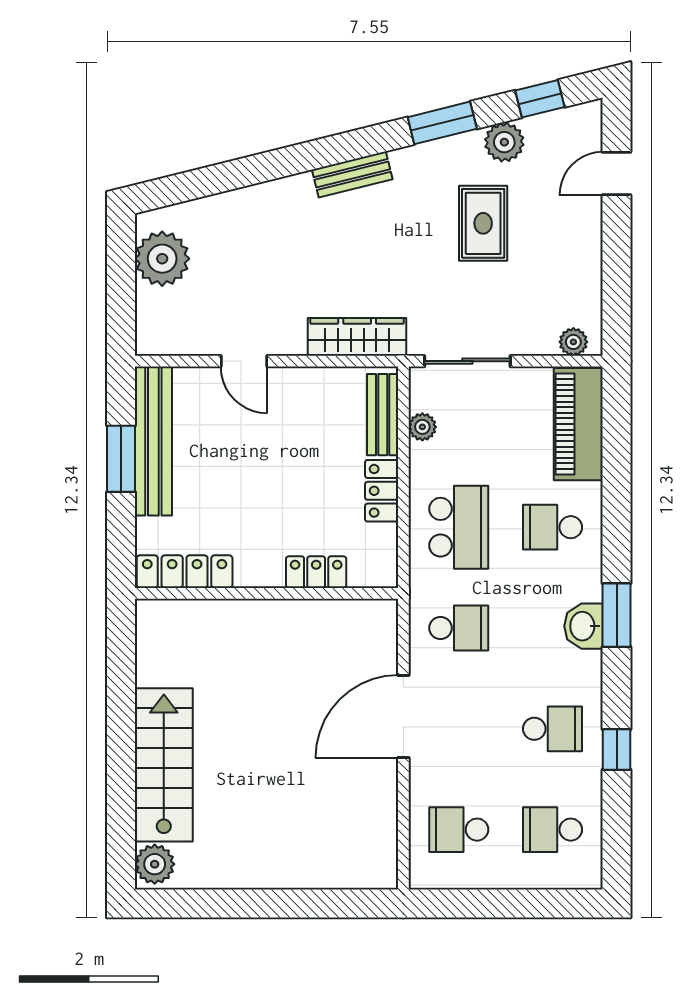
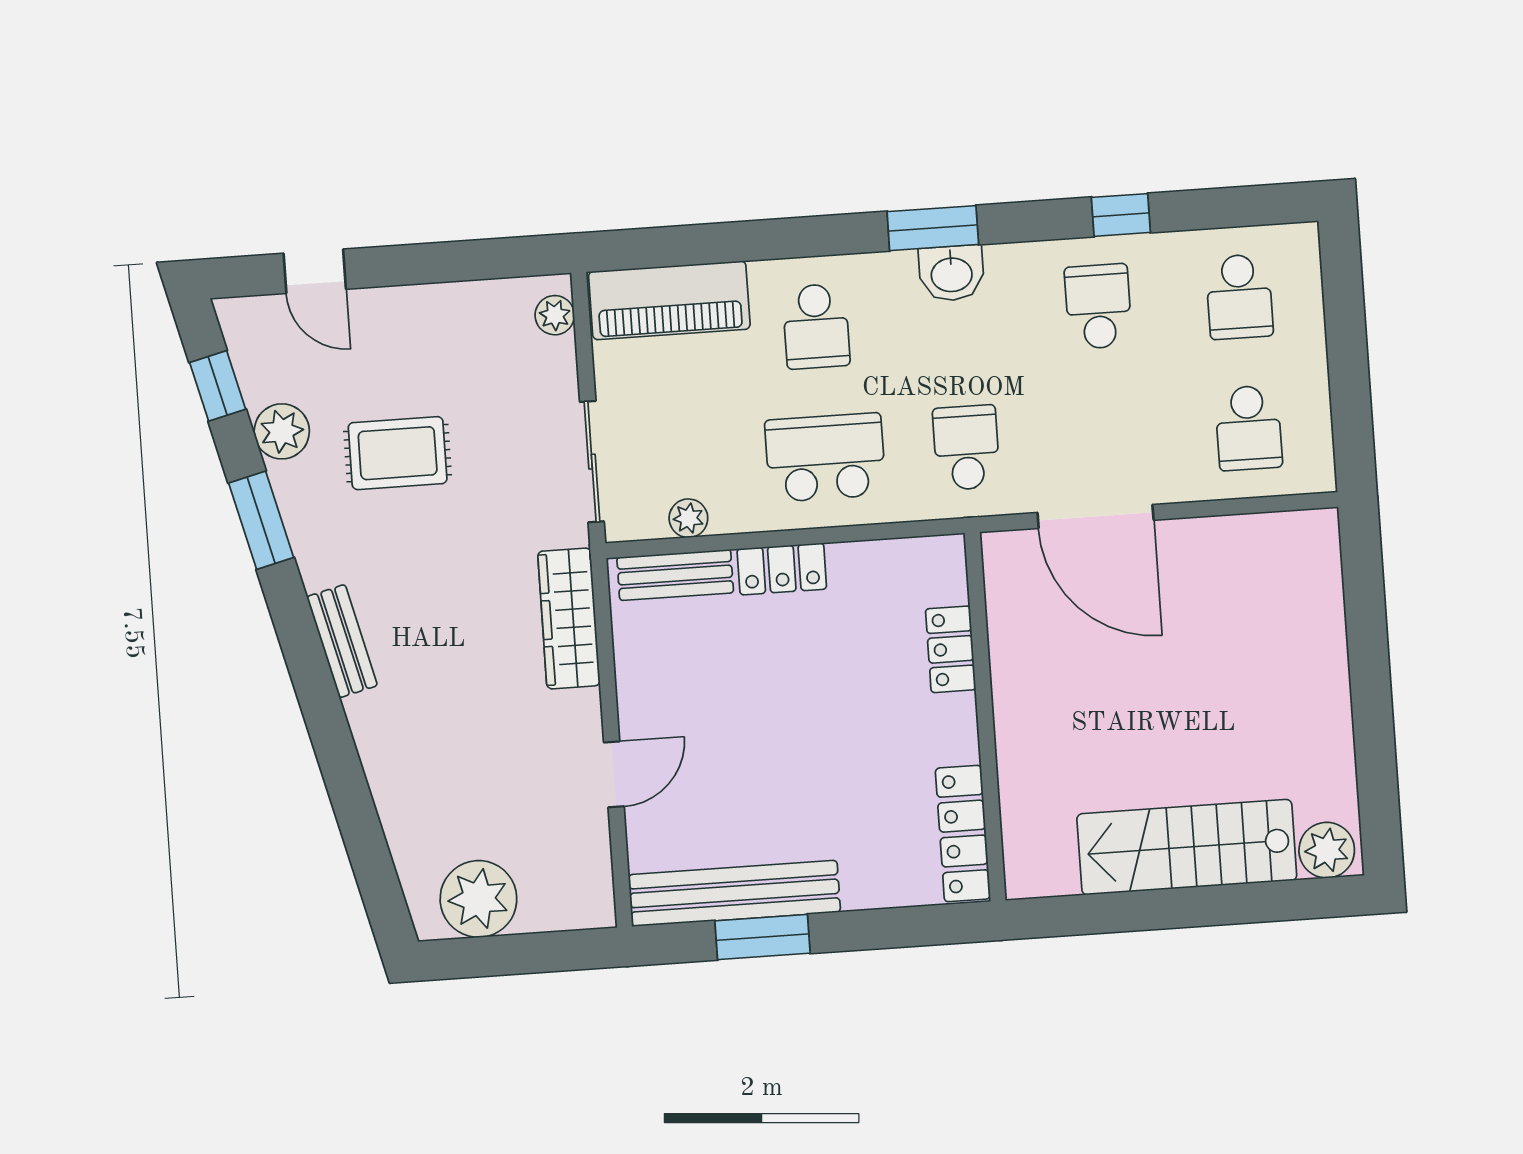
locker: (185, 572) -> (963, 834), moved
locker: (316, 572) -> (951, 649), moved
wall: (266, 593) -> (985, 717), moved

